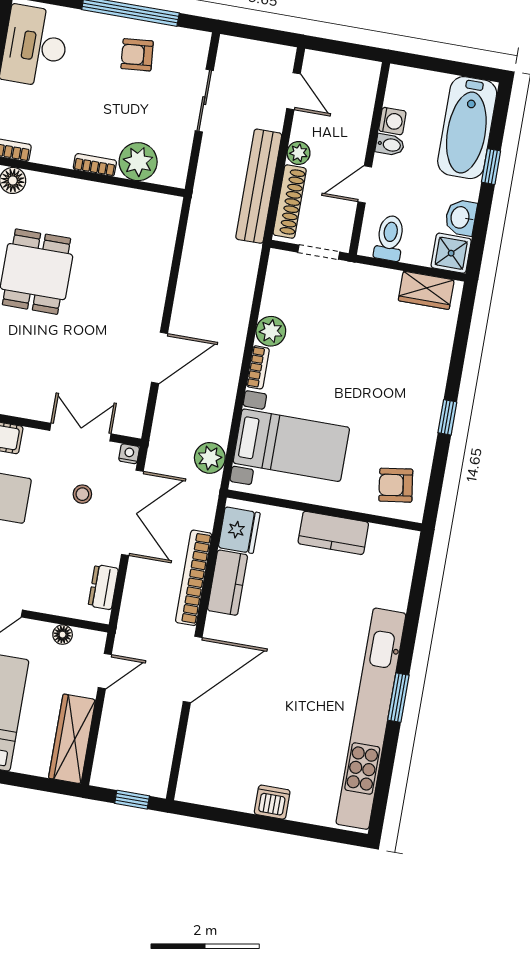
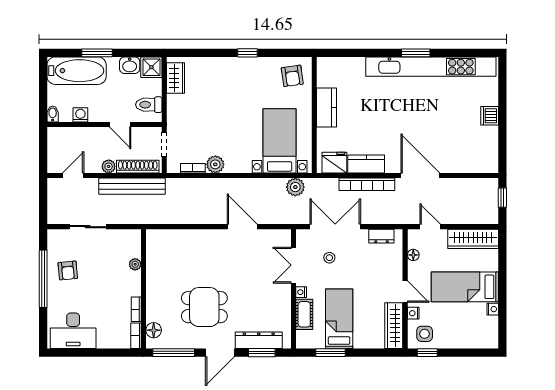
bidet: (390, 145) -> (53, 114), moved
plant: (138, 162) -> (135, 264), width x0.53, depth x0.53
bookcase: (95, 165) -> (136, 309), moved
window: (491, 167) -> (97, 53), width x1.50
bookcase: (258, 367) -> (193, 168), moved
nightstand: (129, 454) -> (301, 292), moved

